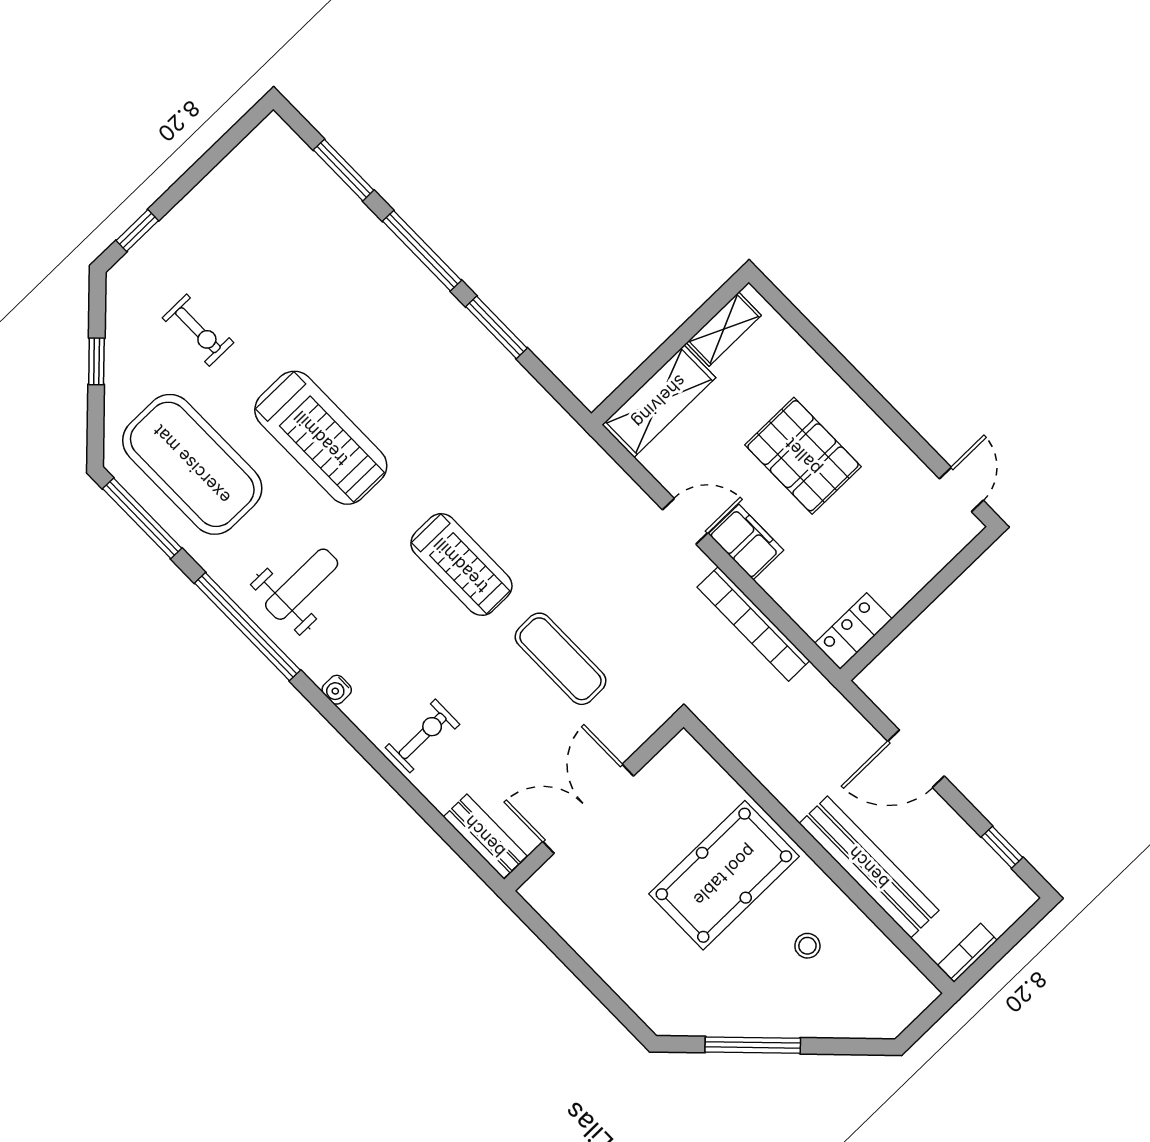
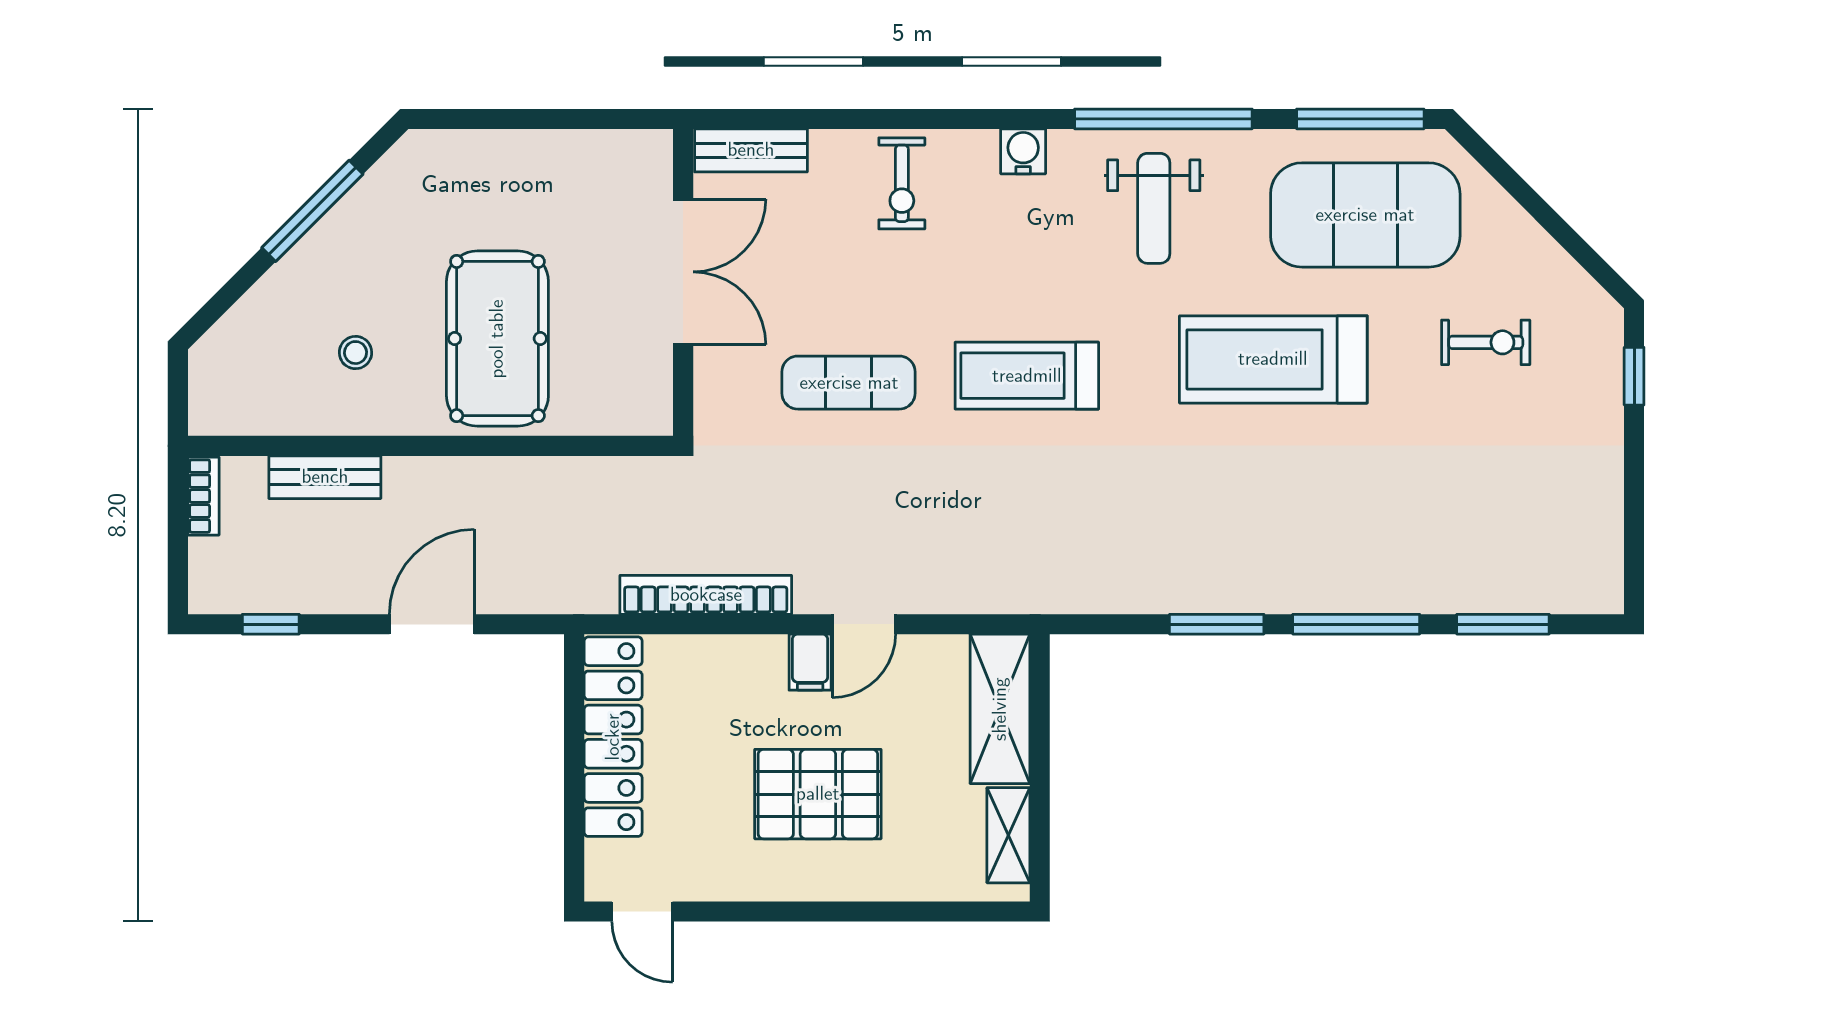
exercise bike: (198, 330) -> (1486, 342), turned 180
window: (96, 361) -> (1549, 219), removed
filing cabinet: (746, 542) -> (810, 662), width x0.50
locker: (853, 631) -> (613, 737), width x2.16, depth x1.21
water cooler: (337, 690) -> (1023, 151), width x1.38, depth x1.38
bench: (869, 867) -> (325, 477), width x0.54, depth x0.82

